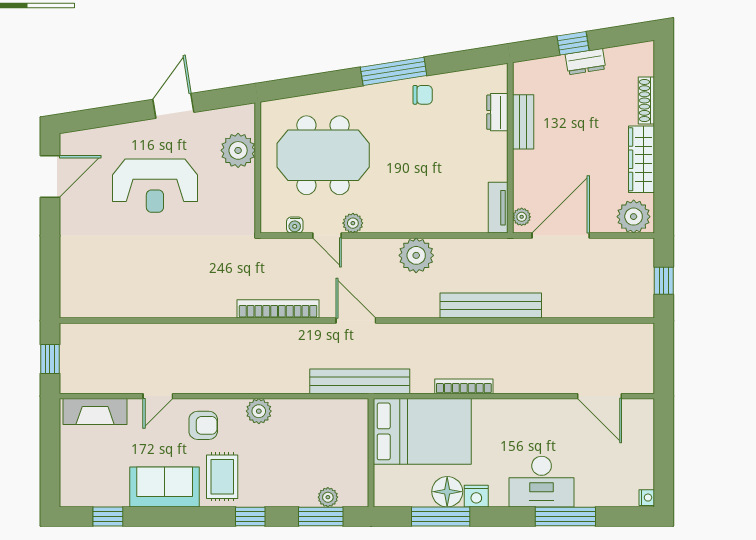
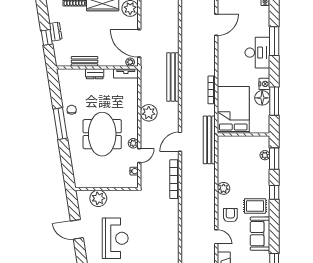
dresser: (497, 112) -> (95, 74), moved
meeting table: (323, 155) -> (102, 134), moved

